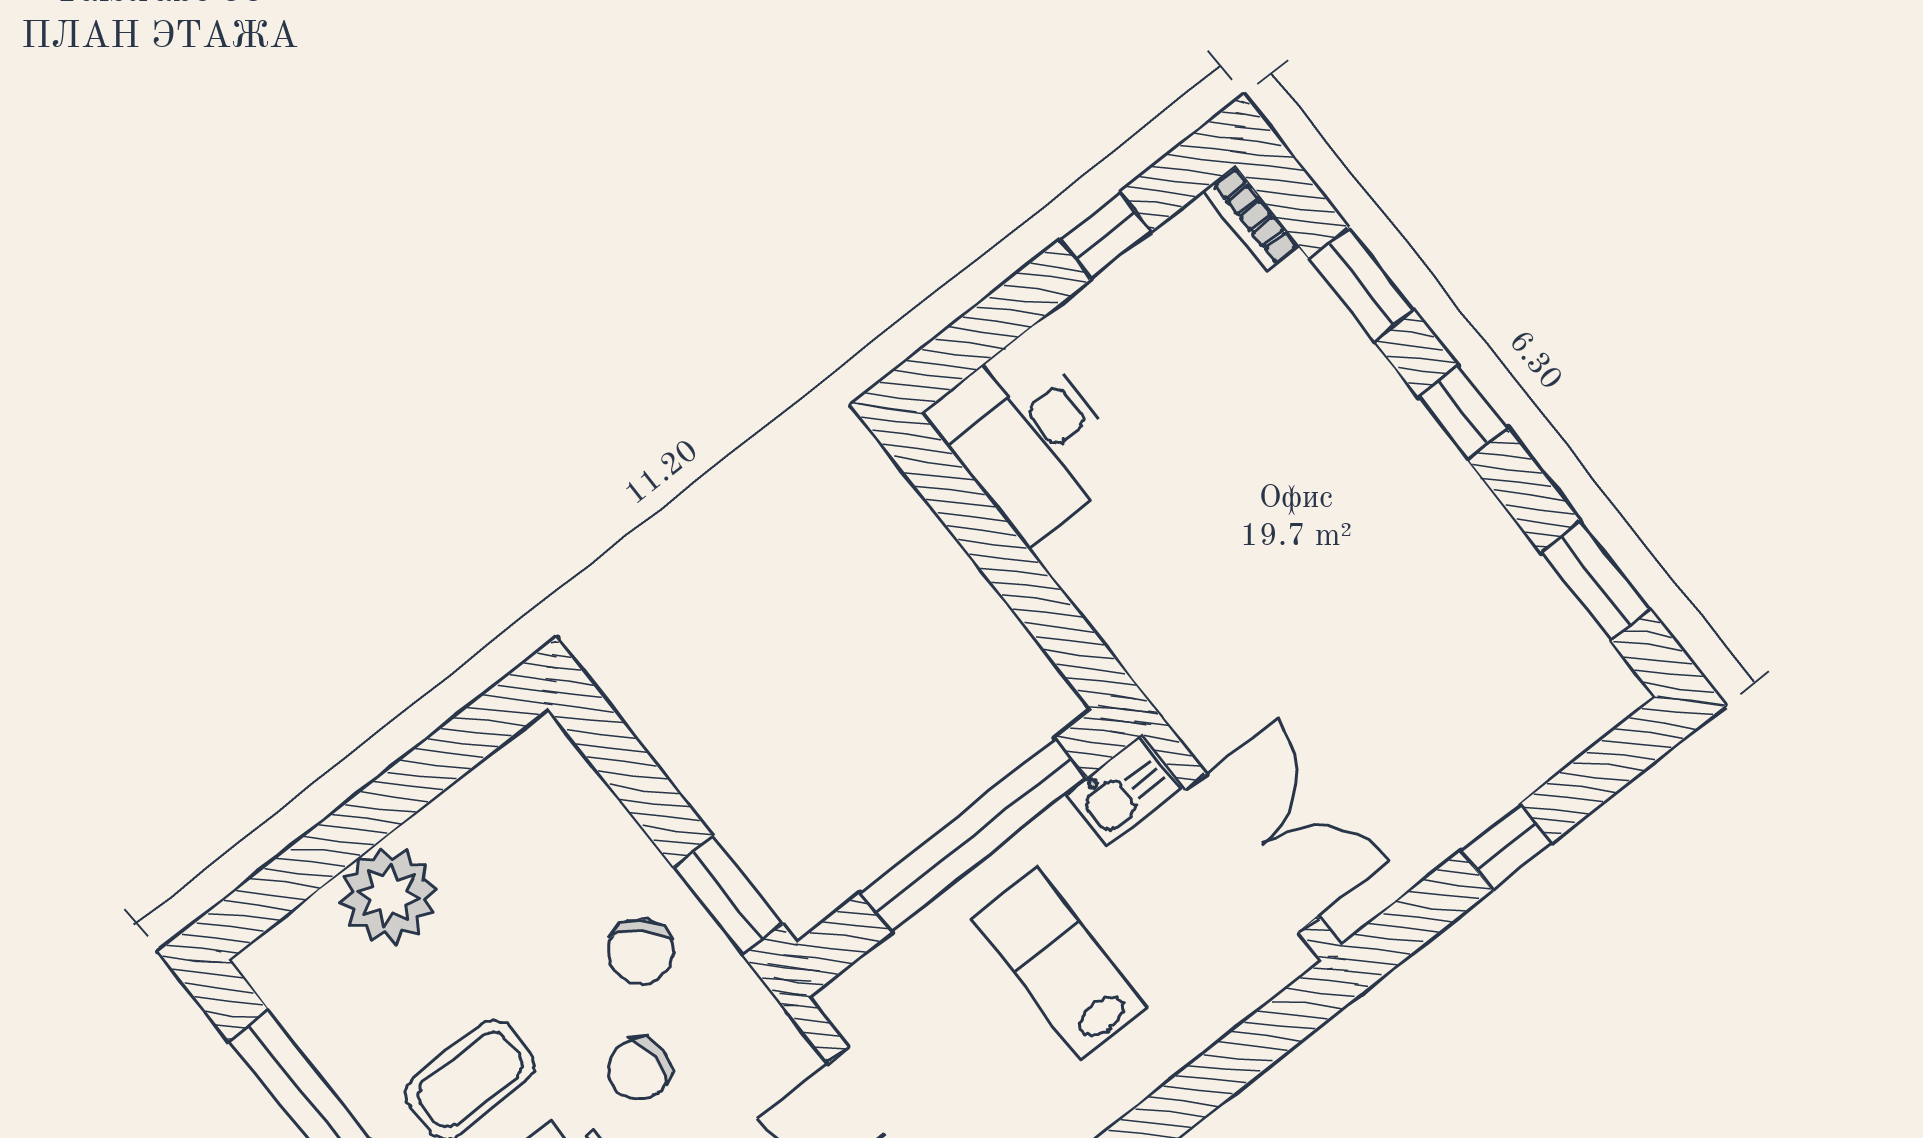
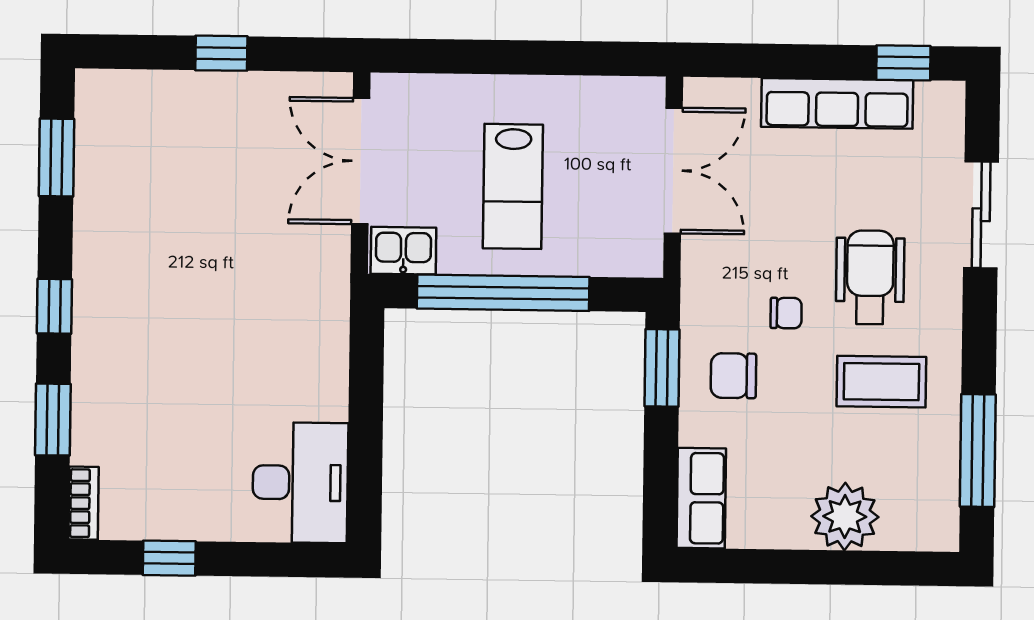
row of seats: (565, 786) -> (701, 498), added
chair: (641, 952) -> (733, 376), turned -130
chair: (639, 1070) -> (786, 313), width x0.73, depth x0.73

